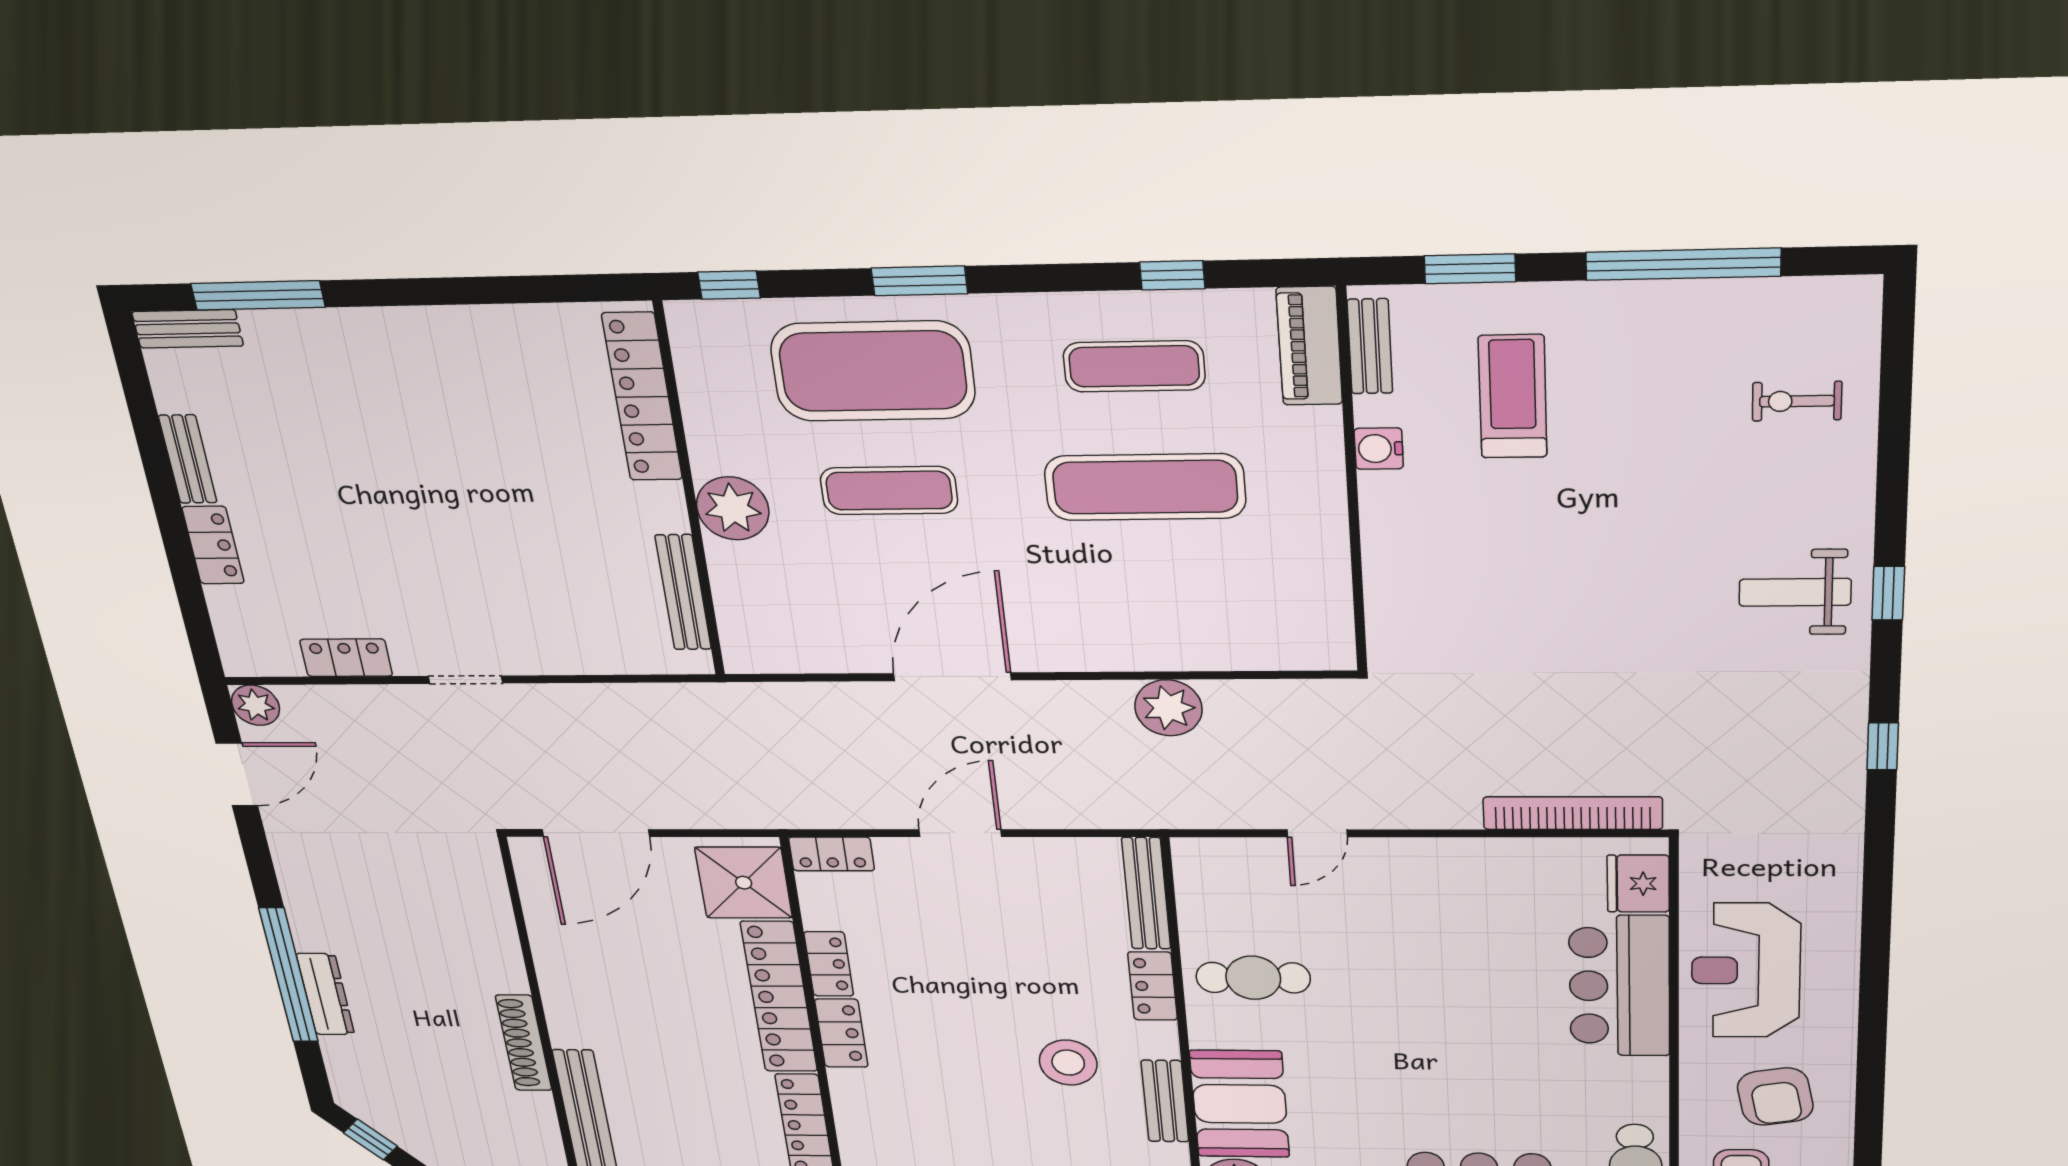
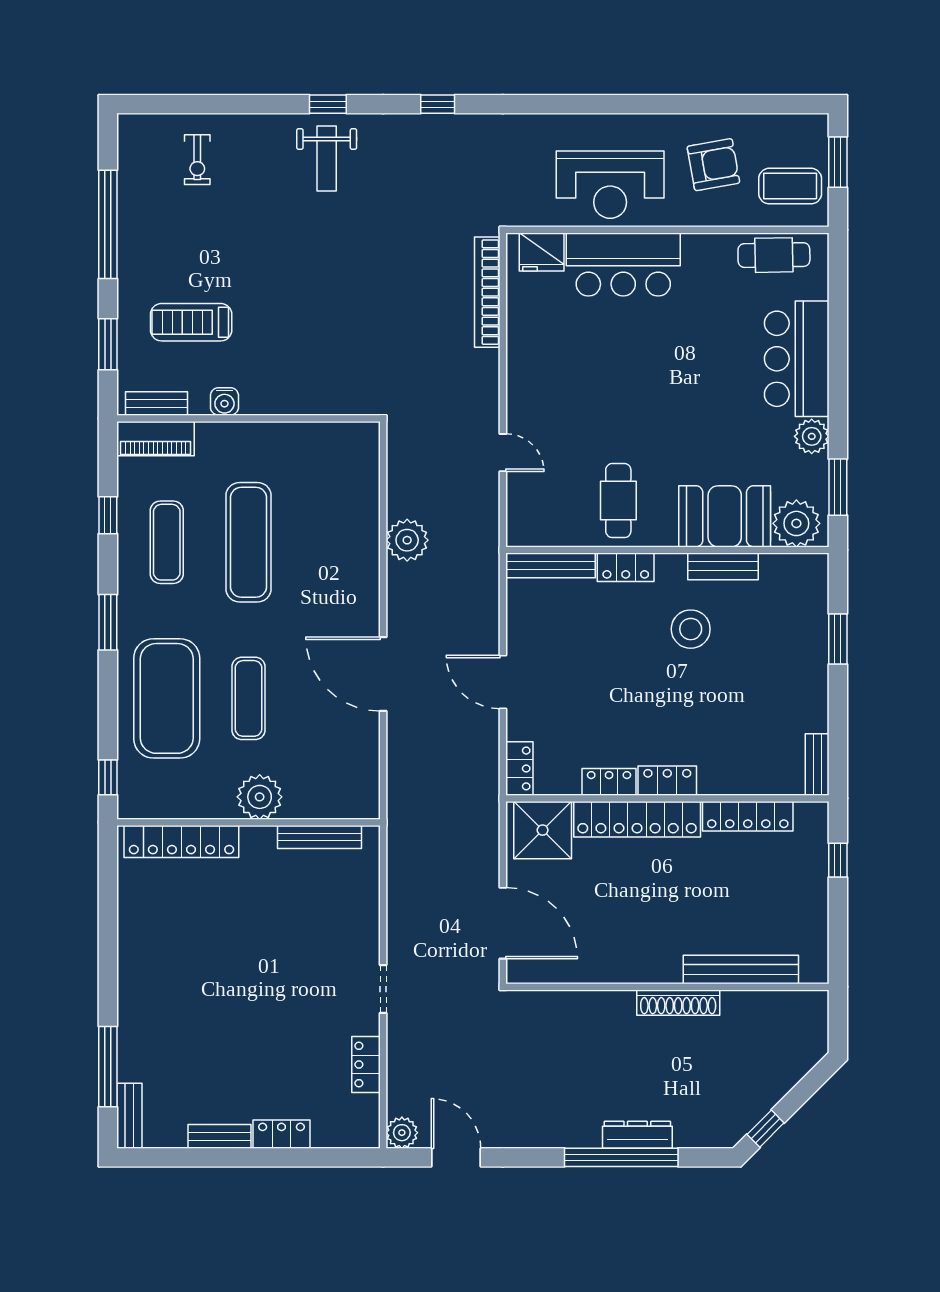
window: (919, 281) -> (108, 622), moved

